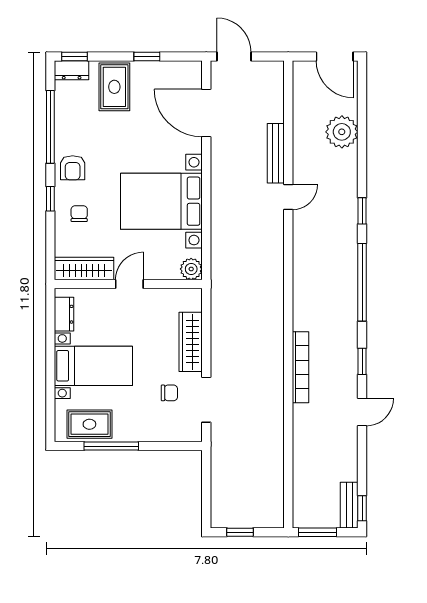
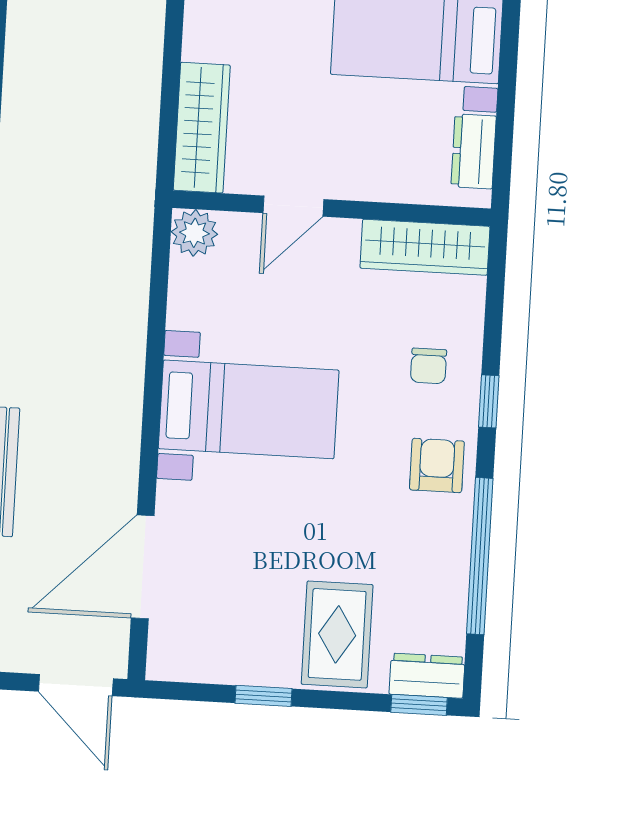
door: (206, 113) -> (143, 567), swing flipped
bed with nightstands: (161, 201) -> (249, 409), width x0.73
door: (129, 284) -> (293, 206), moved
wardrobe: (191, 342) -> (202, 128), moved

